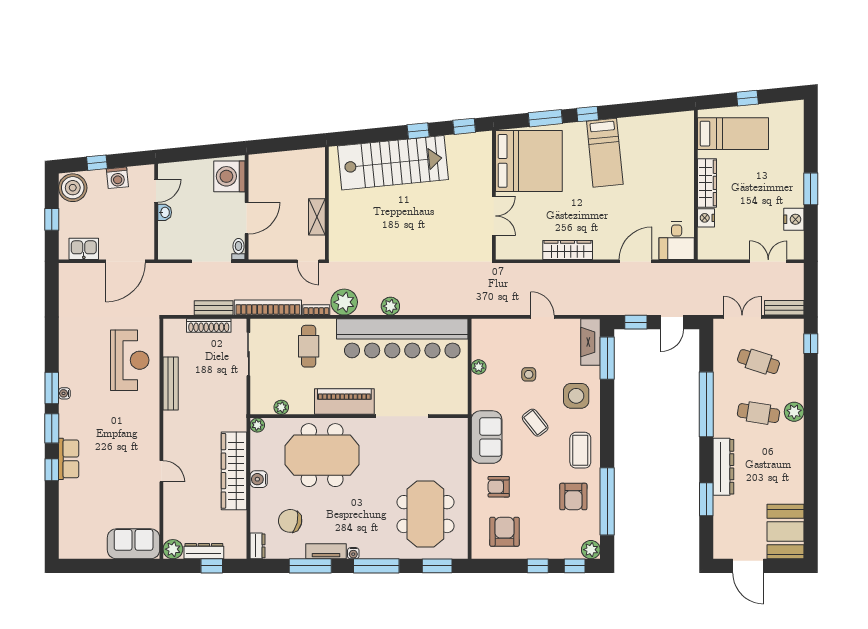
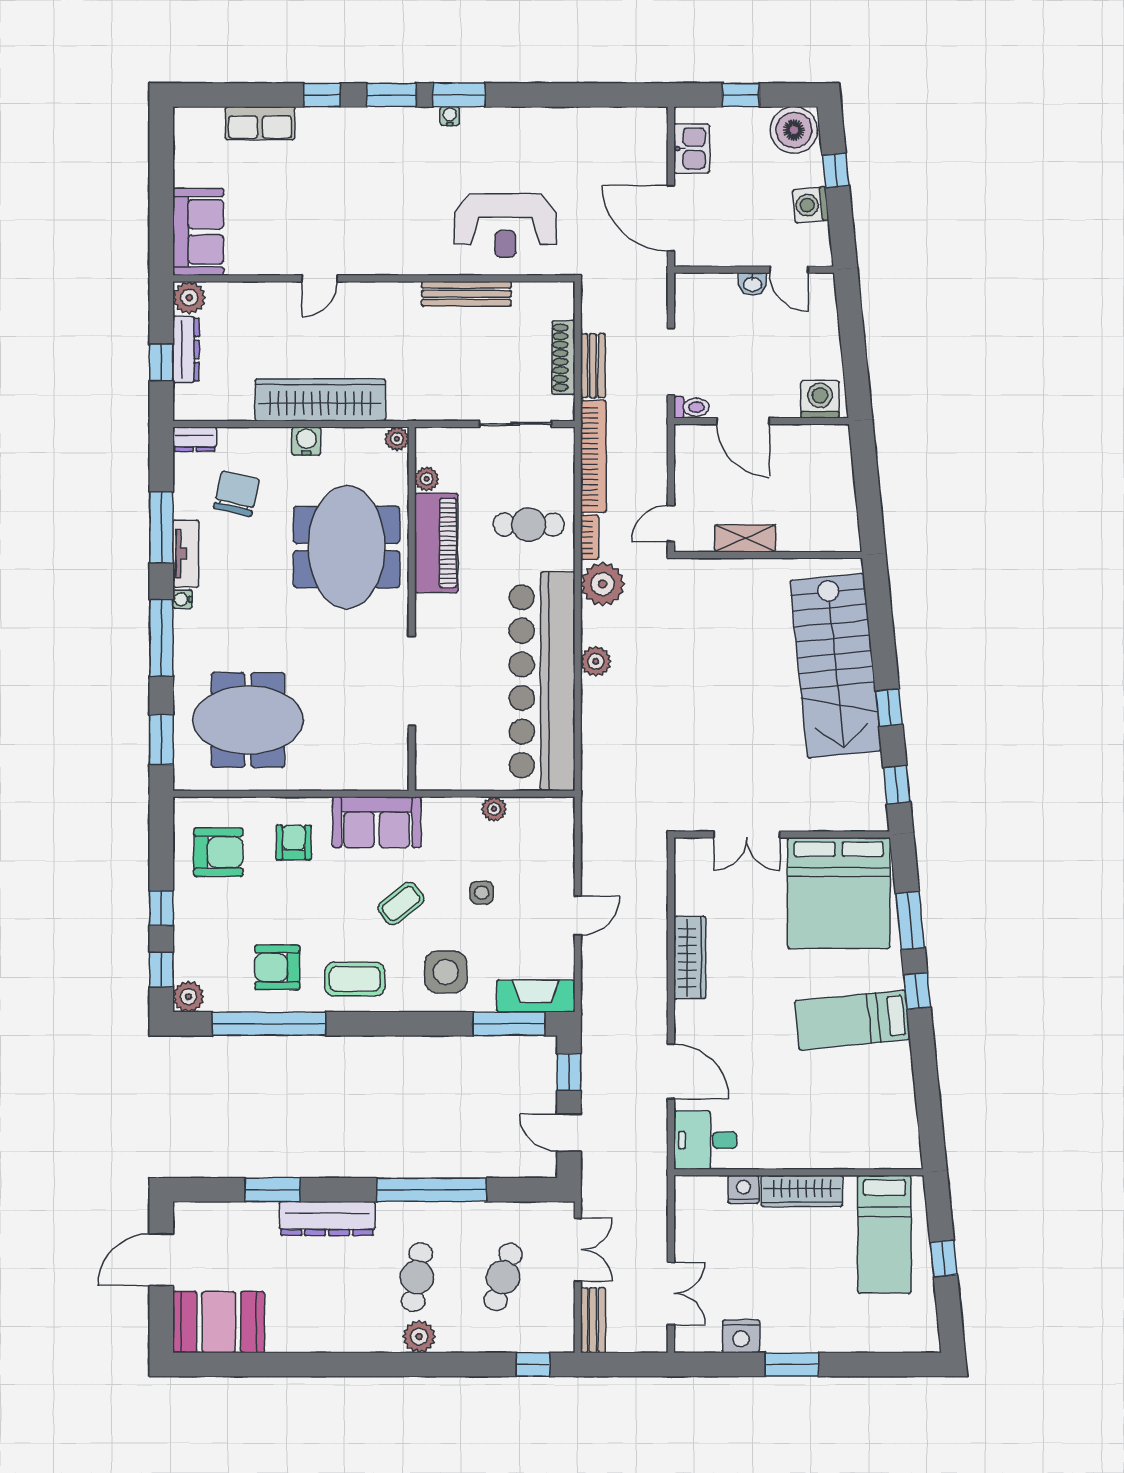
washing machine: (229, 176) -> (820, 399), width x0.73, depth x0.73
piano: (344, 402) -> (436, 543), moved
row of seats: (69, 459) -> (260, 123), moved

